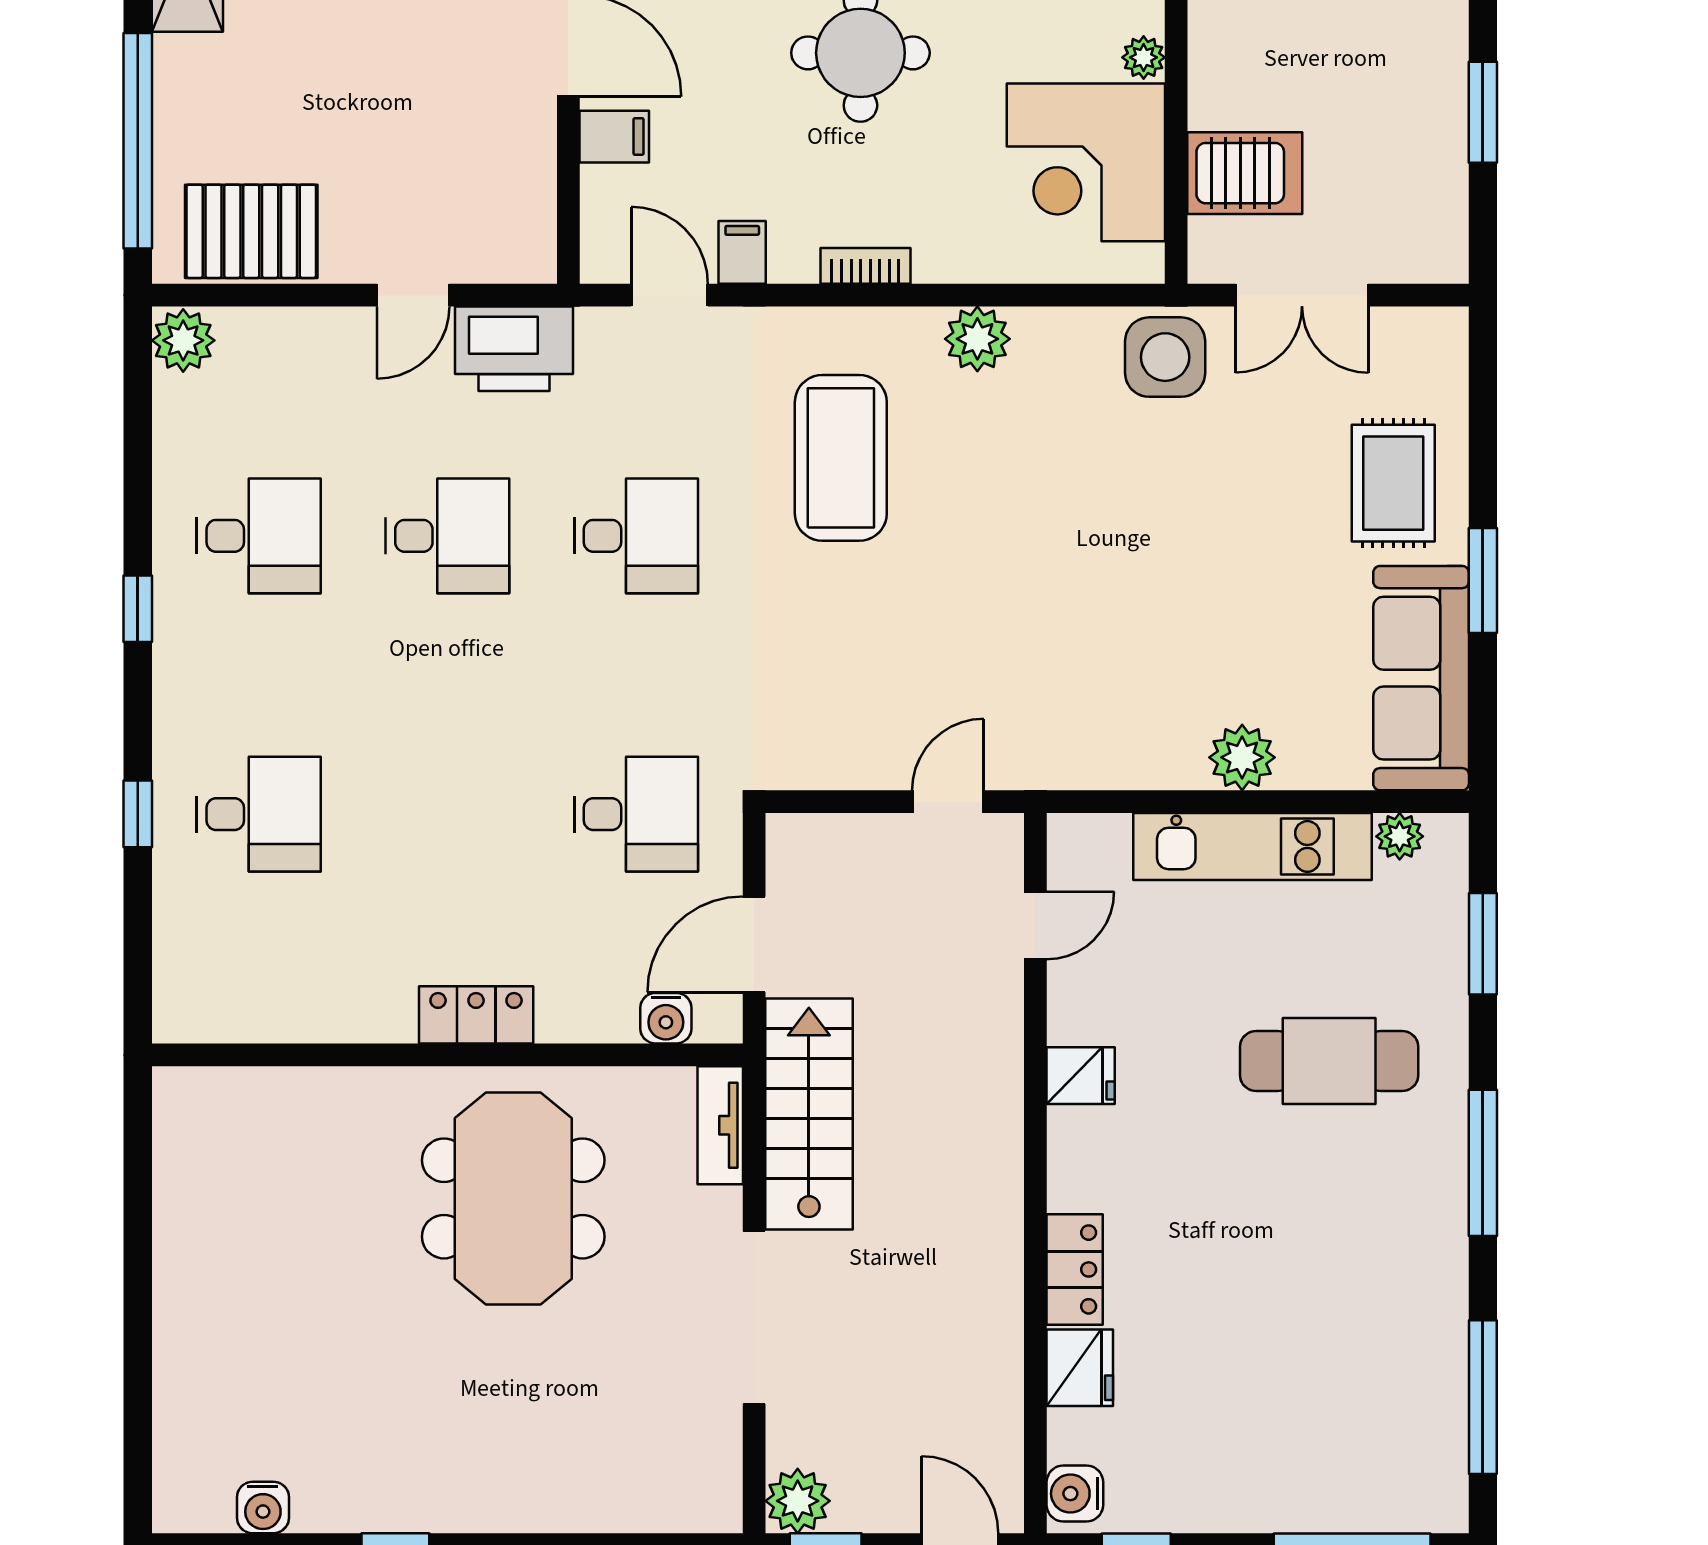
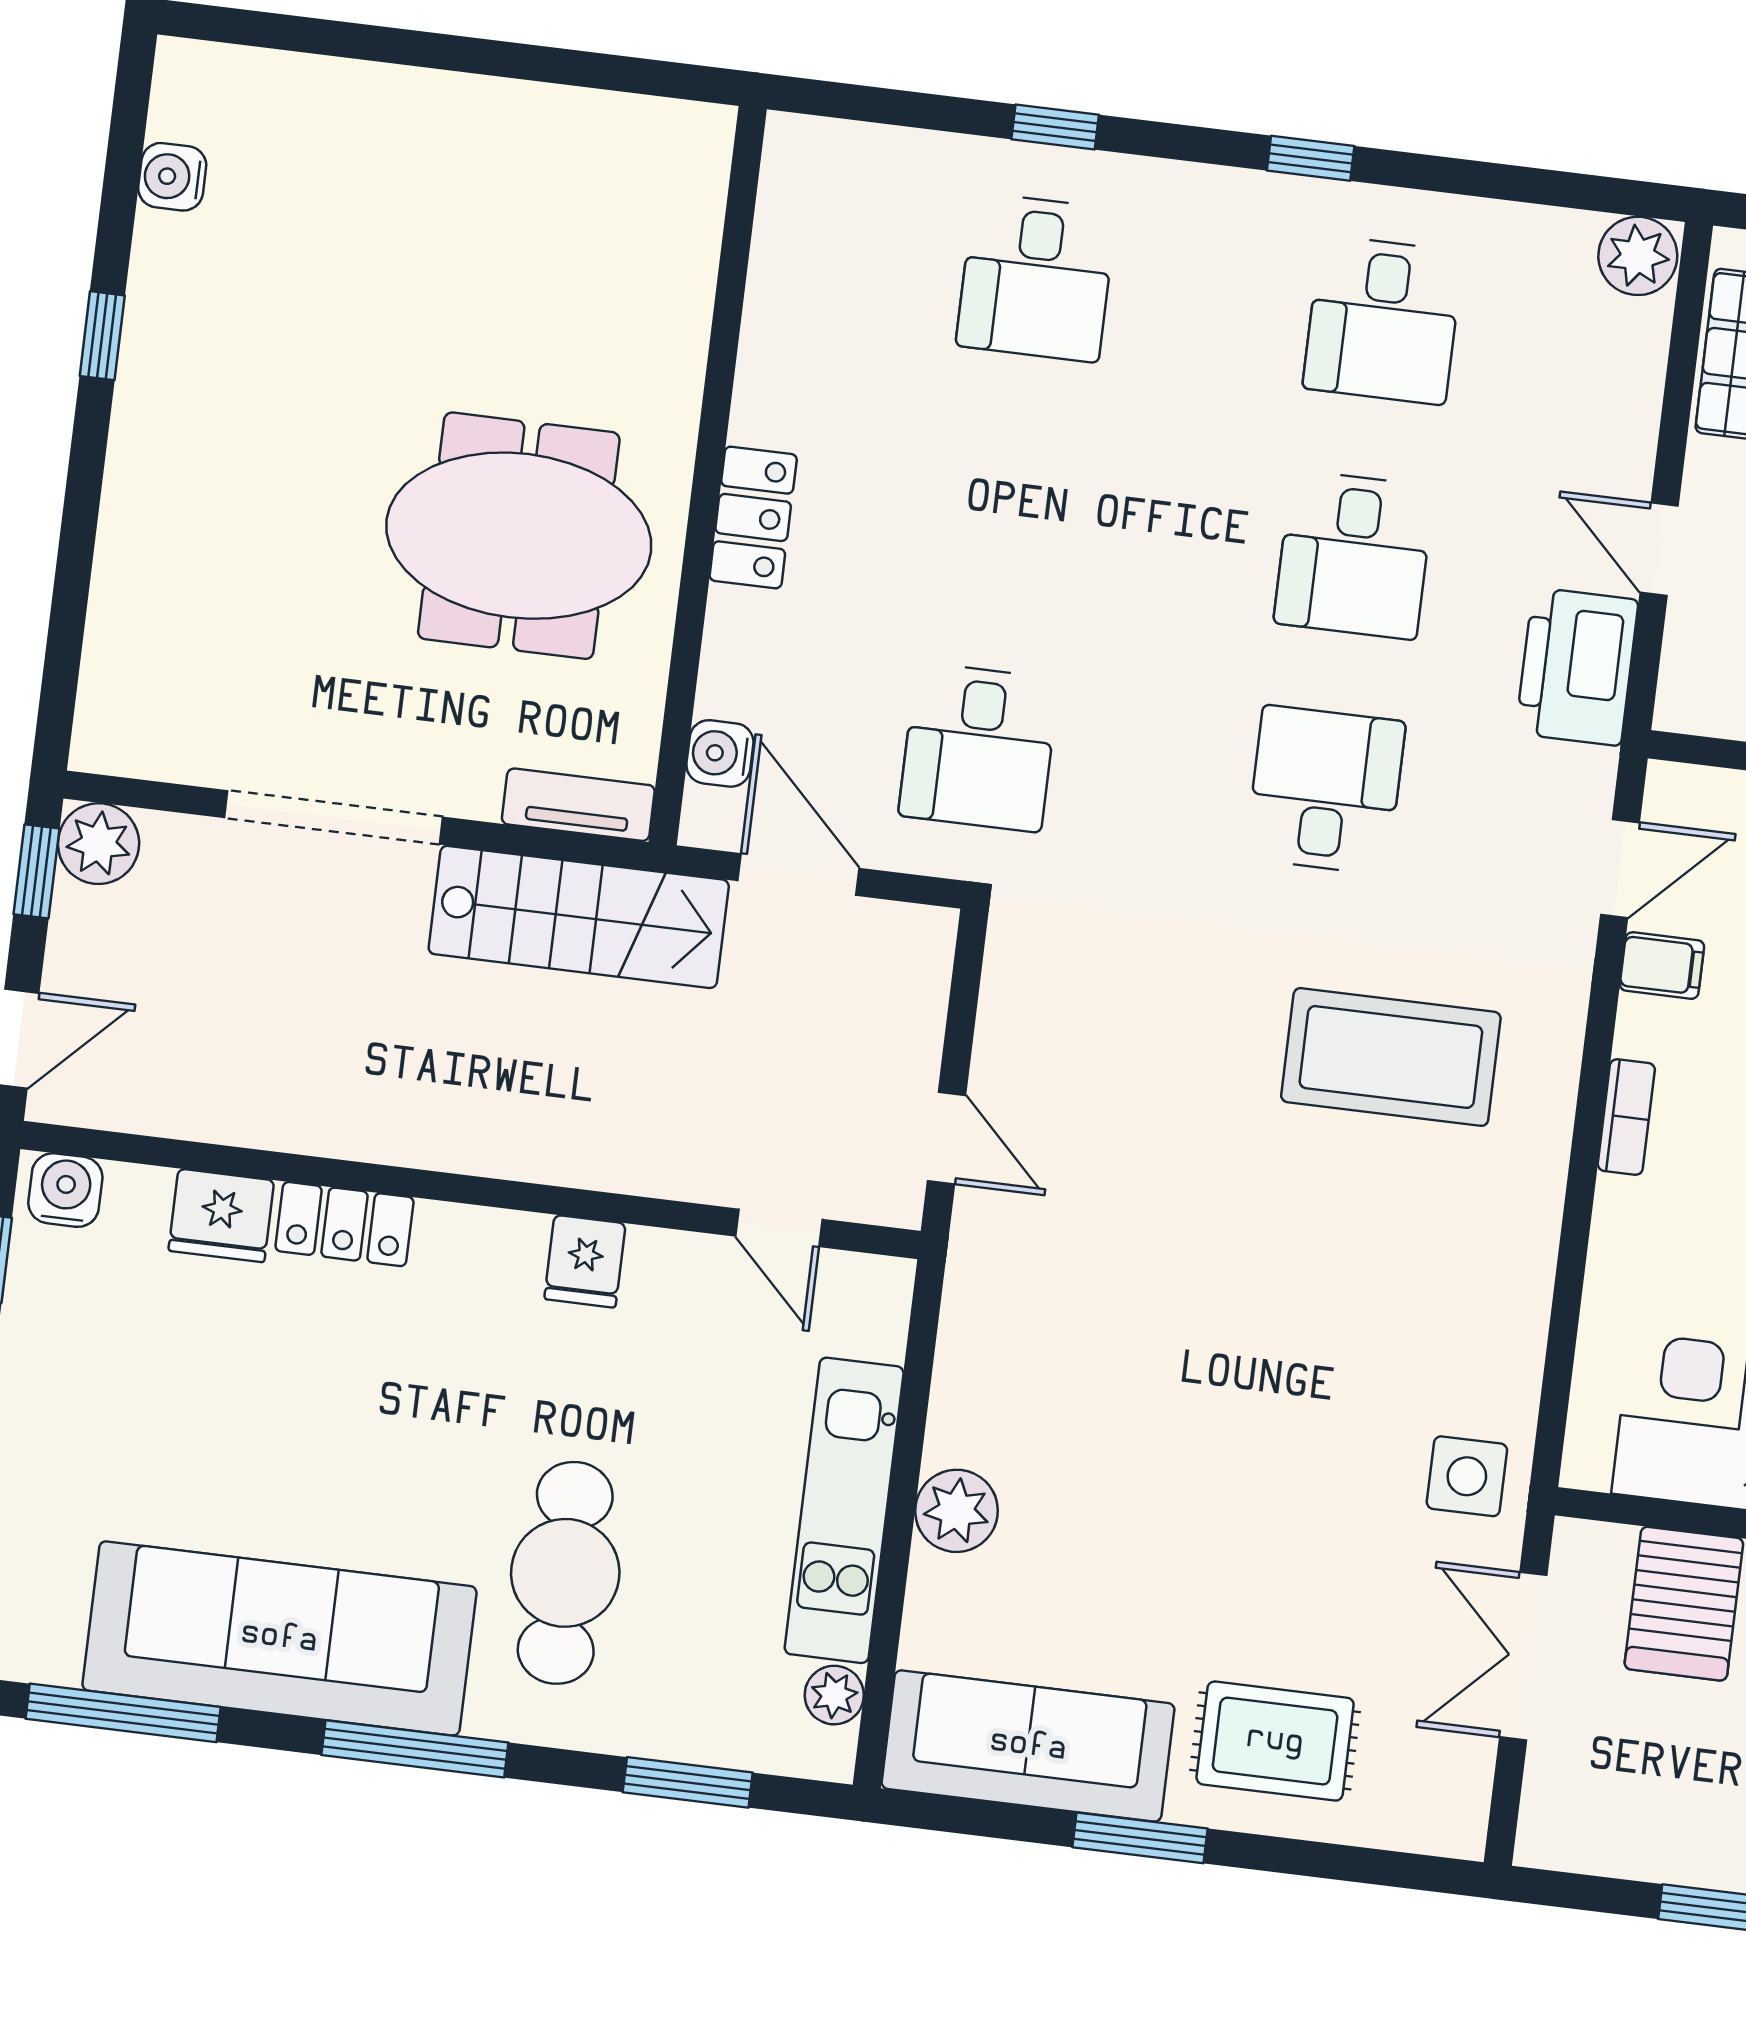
plant: (977, 339) -> (1518, 1245), removed
side table: (1165, 357) -> (1467, 1476), width x0.73, depth x0.73
desk: (636, 536) -> (1325, 790), turned 180
sofa: (1409, 1281) -> (279, 1638), added

